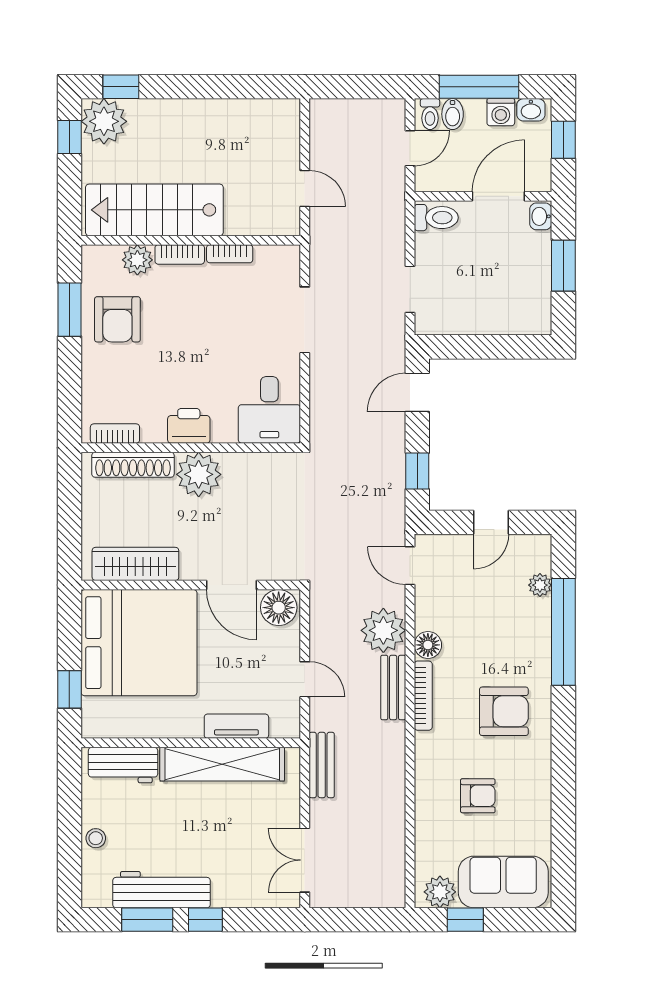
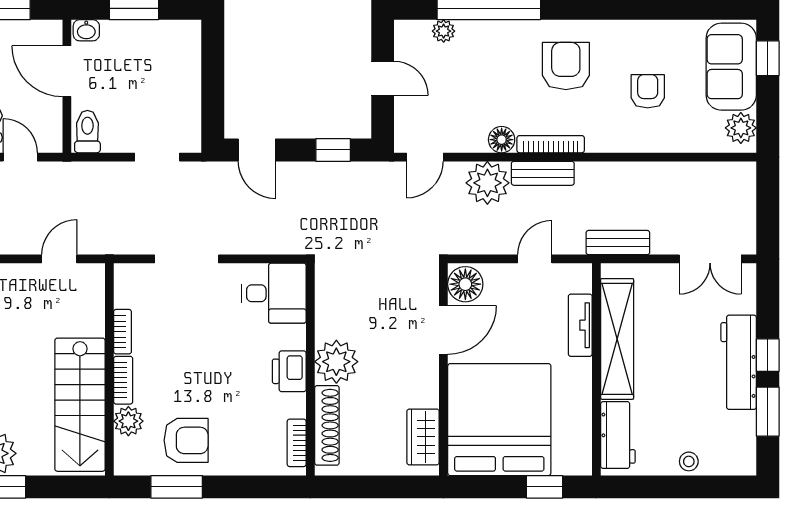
wardrobe: (135, 564) -> (423, 437), width x0.67
workbench: (162, 890) -> (739, 362), moved
window: (465, 920) -> (768, 58), moved

